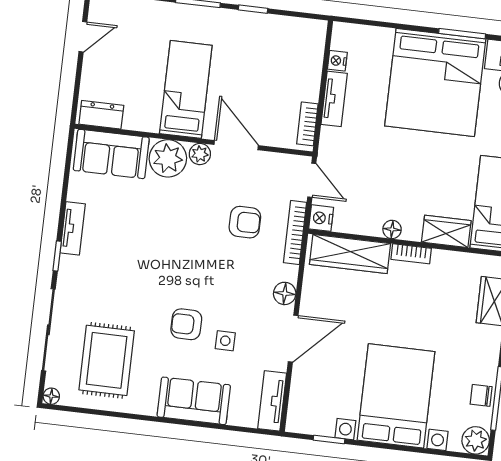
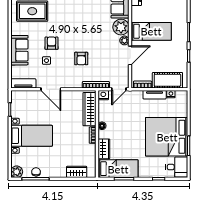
cot: (304, 65) -> (167, 80), added
armchair: (245, 222) -> (81, 59), moved
floor lamp: (285, 293) -> (69, 83), removed
bed with nightstands: (396, 396) -> (32, 136), width x0.73

